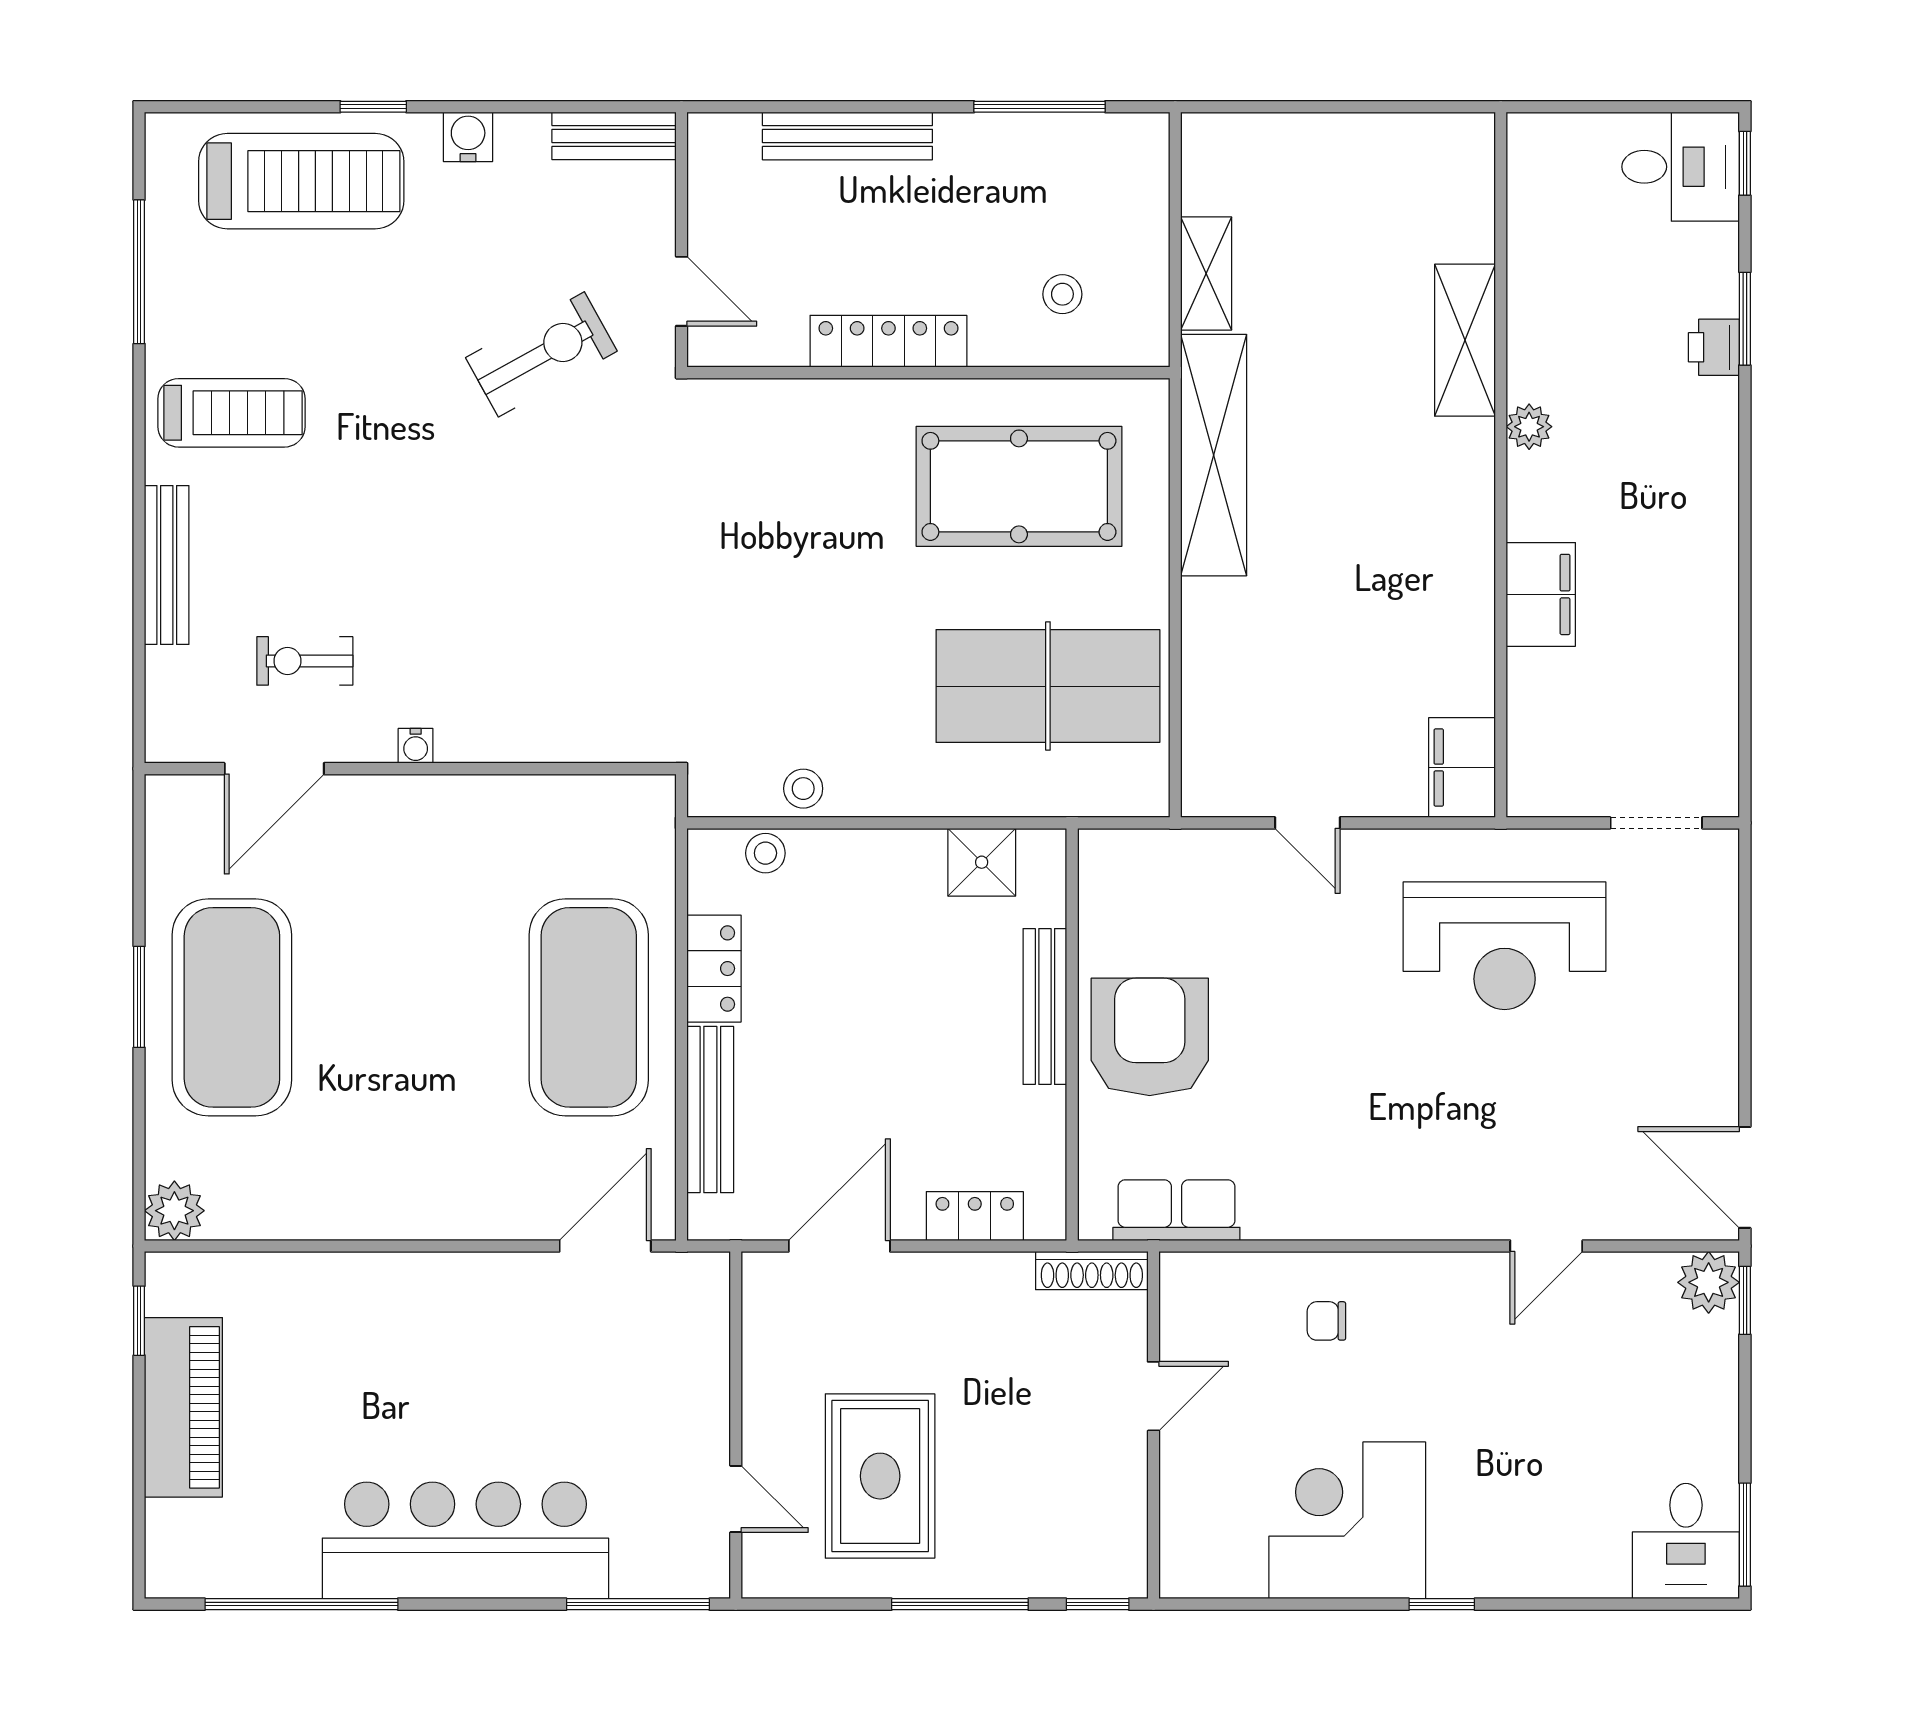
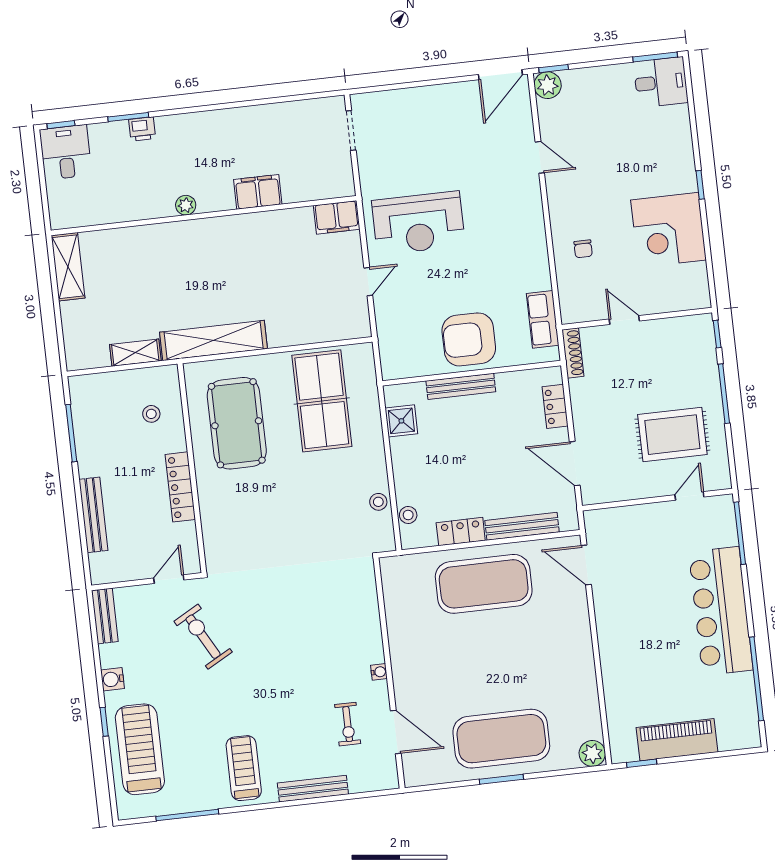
shelving: (1465, 340) -> (68, 267), moved, turned 90
reception desk: (1505, 946) -> (418, 223), moved, turned 90

